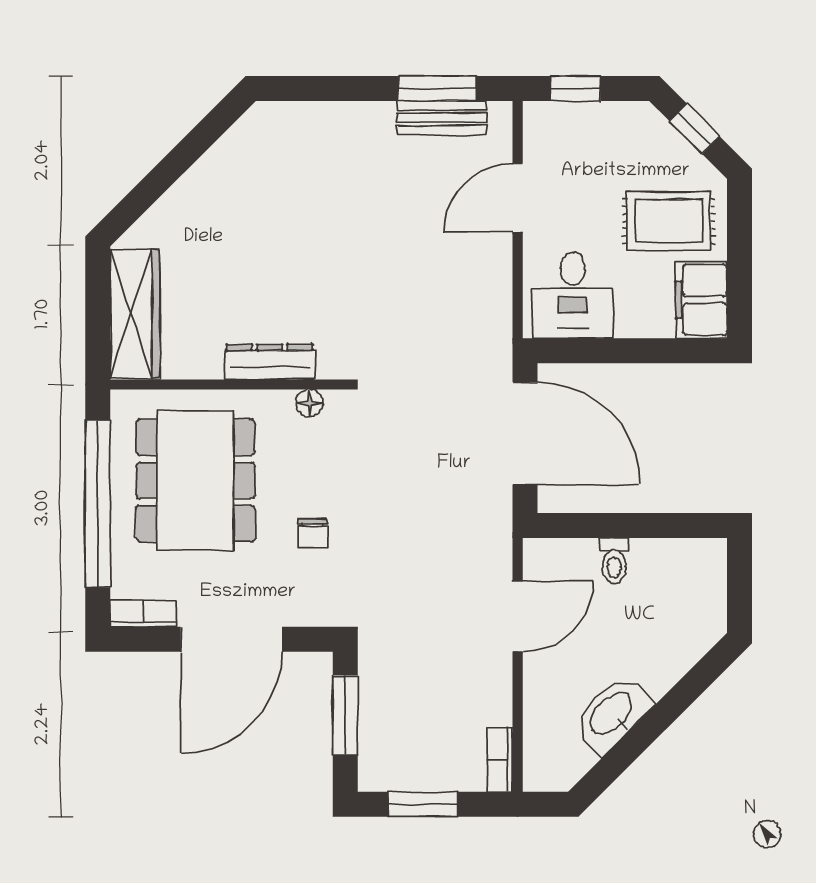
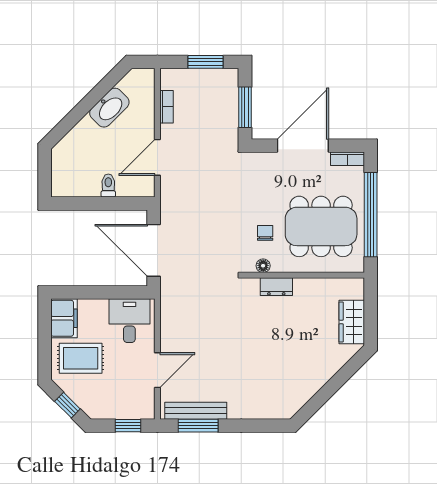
bench: (442, 118) -> (196, 411), width x1.36
wardrobe: (135, 314) -> (352, 322), width x0.67
dresser: (270, 362) -> (276, 287), width x0.70
dining table: (195, 480) -> (321, 226), turned 90
chair: (313, 534) -> (265, 233), moved
bookcase: (500, 760) -> (166, 107), moved

